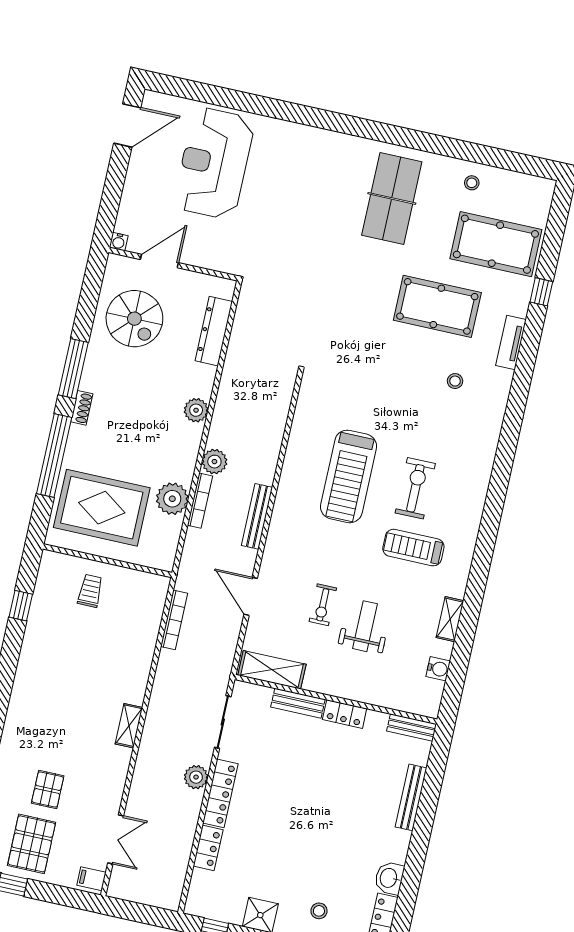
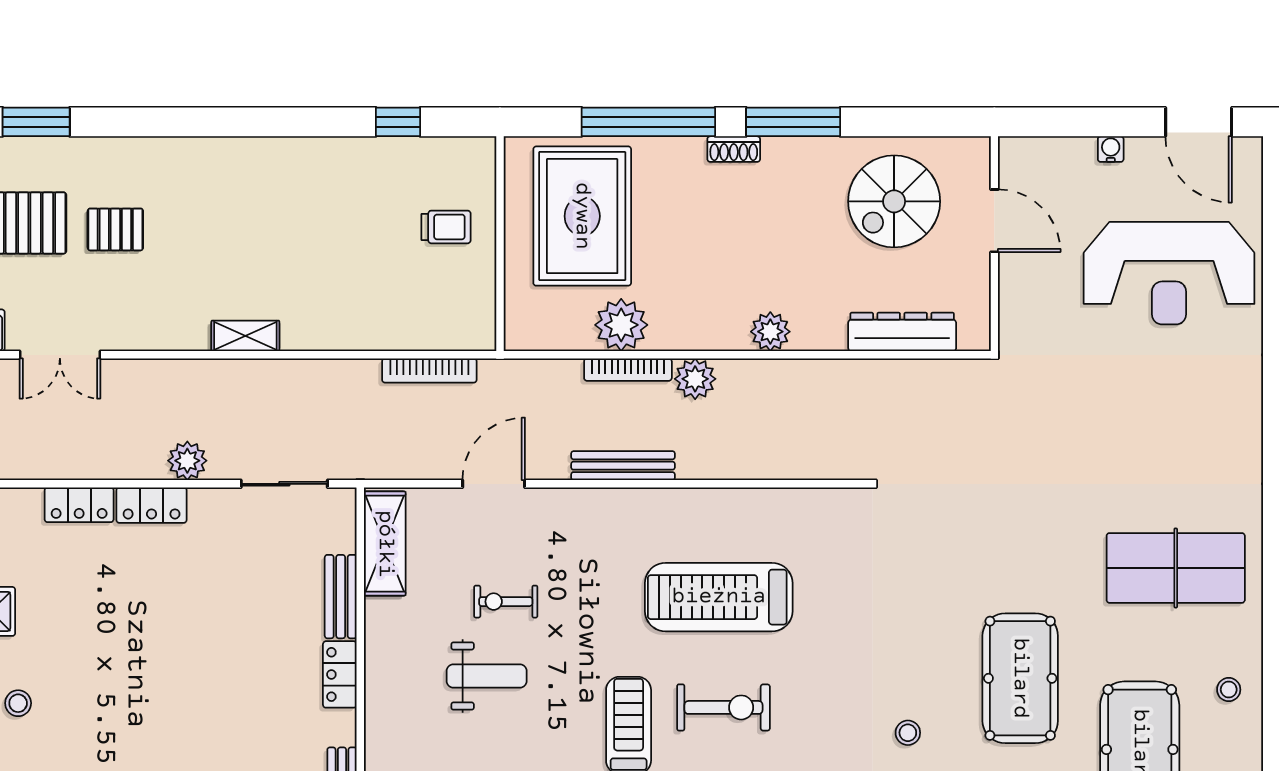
reception desk: (214, 163) -> (1169, 273), turned 180
water cooler: (119, 242) -> (1111, 149), moved, turned 90
locker: (220, 793) -> (152, 505), width x0.66

